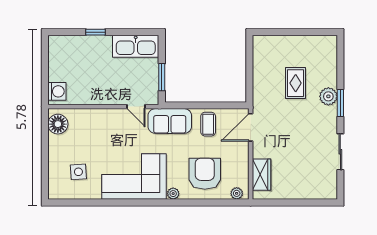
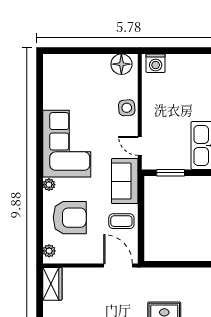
door: (136, 107) -> (140, 146), hinge flipped
side table: (78, 172) -> (127, 108), moved
wardrobe: (262, 175) -> (52, 284), moved, turned -90

